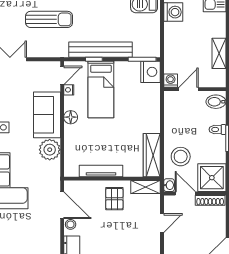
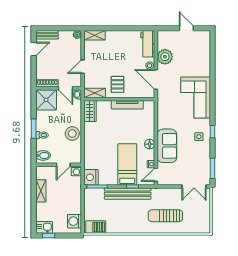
plant: (50, 150) -> (165, 57), moved
wardrobe: (152, 155) -> (90, 111), width x0.67
stool: (181, 157) -> (72, 134), moved

